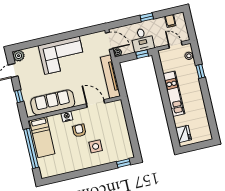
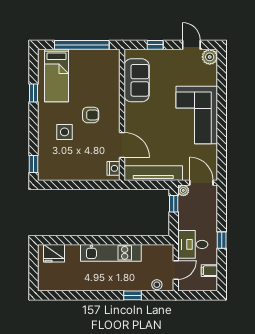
desk: (142, 40) -> (193, 244), moved
door: (109, 41) -> (201, 183), swing flipped
window: (142, 54) -> (174, 204), moved
sofa: (53, 102) -> (137, 80), width x0.73
door: (95, 104) -> (122, 145), hinge flipped
nightstand: (67, 116) -> (113, 168), moved
bed: (42, 137) -> (57, 76), moved, turned -90
window: (73, 175) -> (34, 93), added

